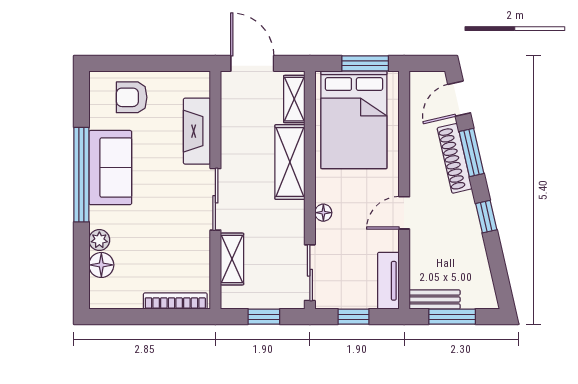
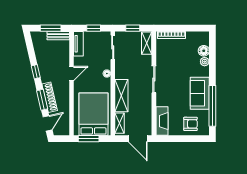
fireplace: (197, 131) -> (162, 121), moved
window: (81, 175) -> (212, 106), moved
shelving: (232, 259) -> (147, 43), moved

